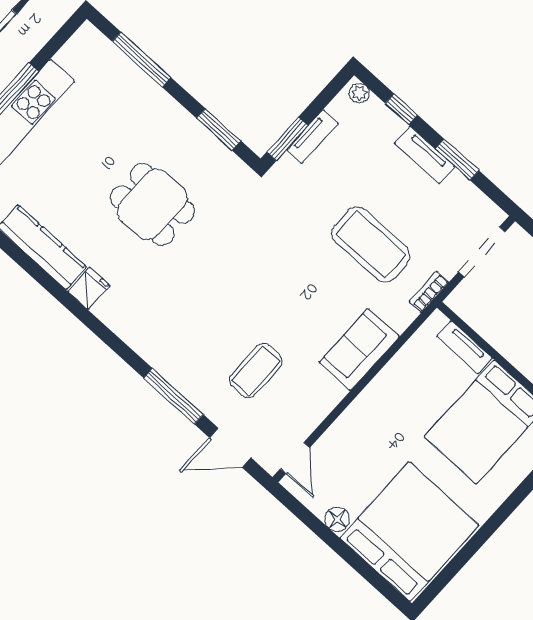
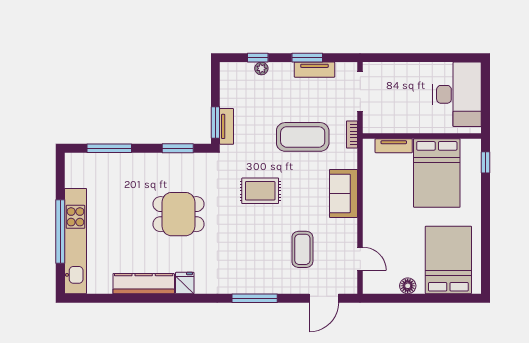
plant: (359, 93) -> (261, 68), moved
tv unit: (312, 137) -> (227, 126), moved
tv unit: (425, 155) -> (314, 70), moved
rug: (268, 262) -> (260, 191), added
window: (173, 396) -> (255, 298), moved
door: (295, 458) -> (360, 259), moved
bed: (409, 532) -> (448, 260), width x0.73

